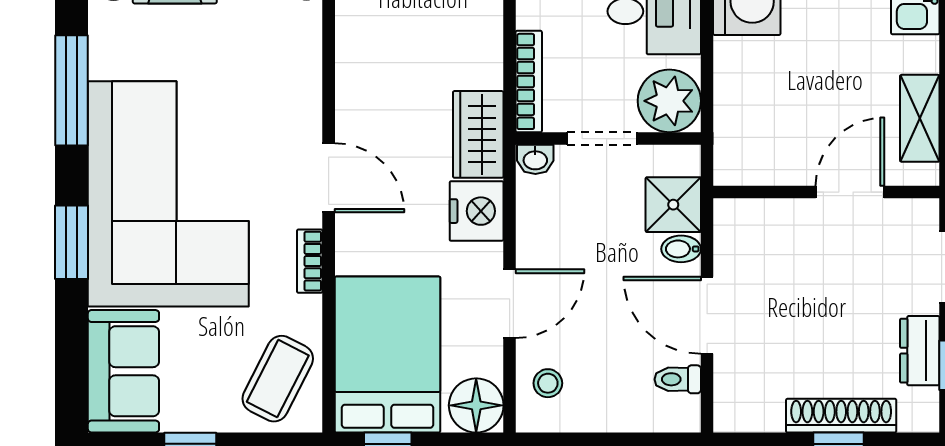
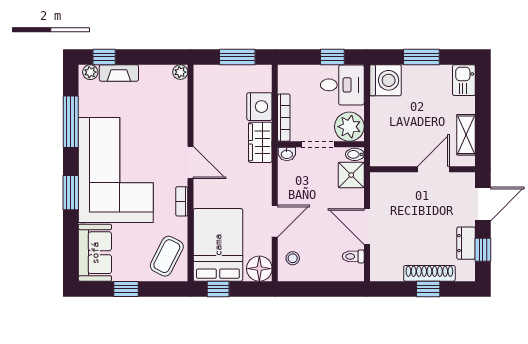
nightstand: (477, 211) -> (259, 107), moved
bidet: (681, 249) -> (355, 154), moved

